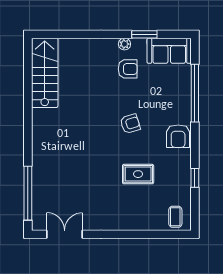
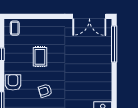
rug: (138, 174) -> (40, 57), turned 90
double door: (65, 234) -> (89, 16), width x1.37

